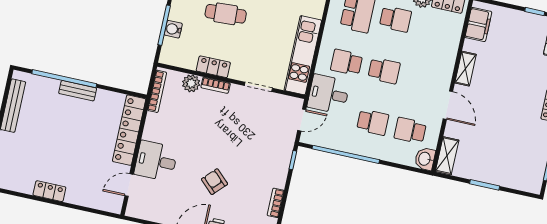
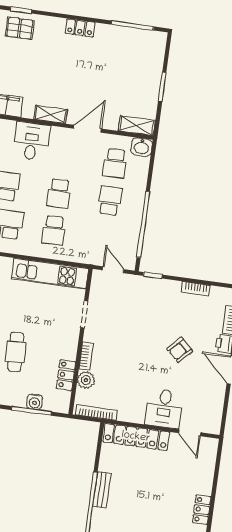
locker: (213, 67) -> (66, 375), moved
school desk: (384, 71) -> (59, 193), turned 180
desk: (329, 94) -> (31, 141), moved, turned 180

